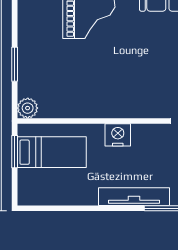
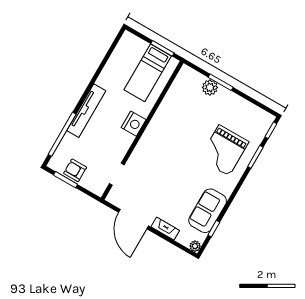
plant: (28, 108) -> (210, 87), moved

